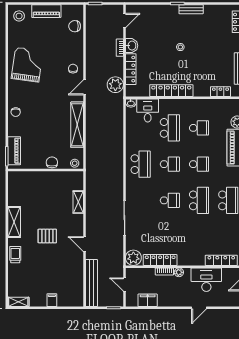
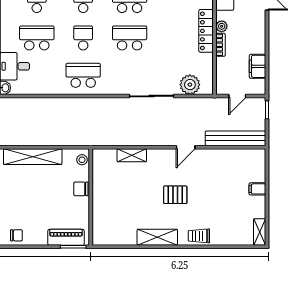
school desk: (170, 200) -> (130, 38), width x1.85
pallet: (47, 236) -> (175, 195), turned 90
plant: (133, 258) -> (190, 85), moved
locker: (160, 260) -> (206, 31), moved

